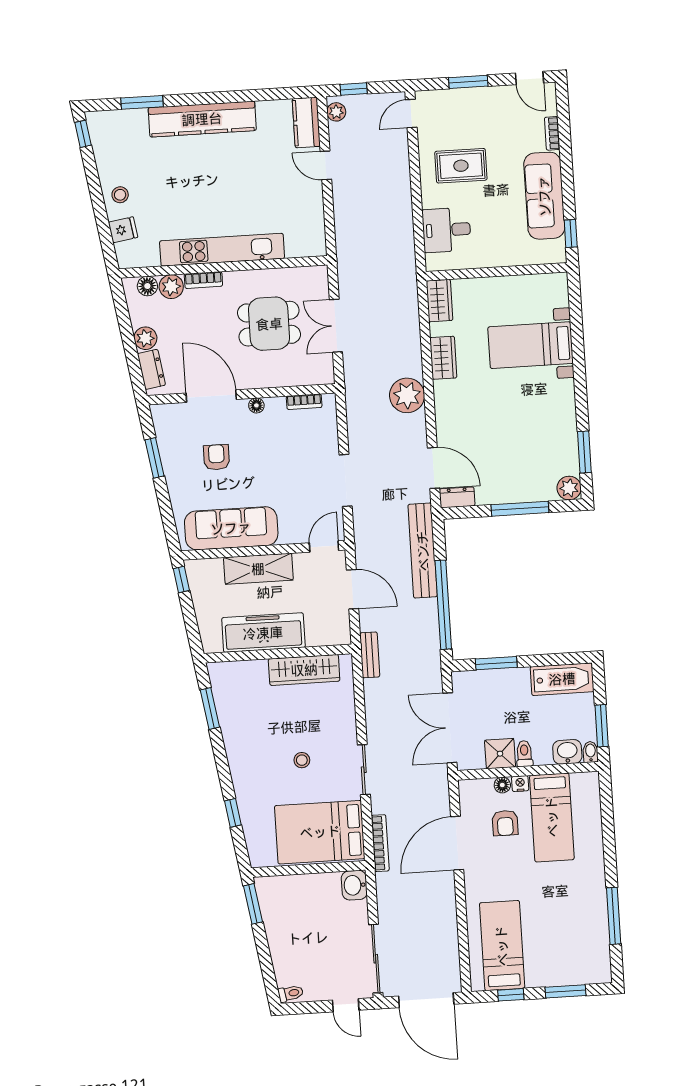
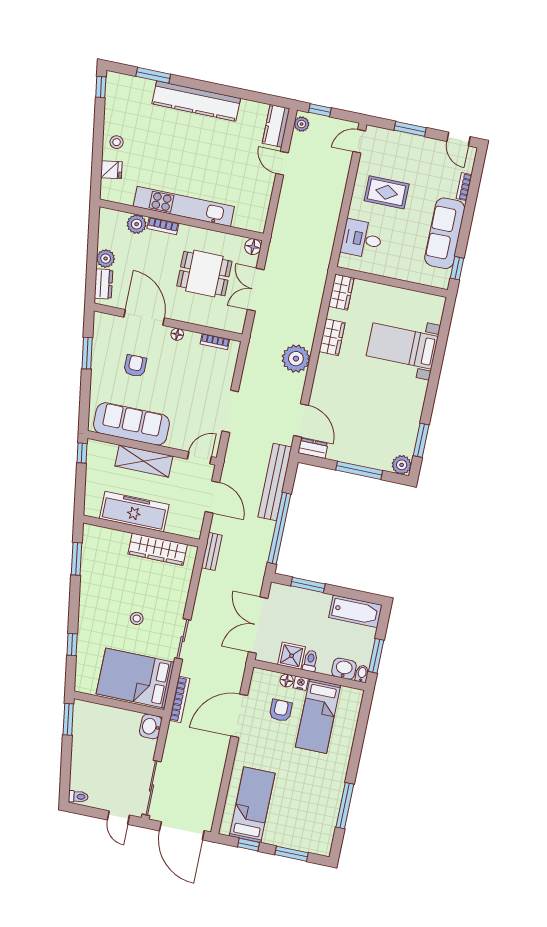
floor lamp: (147, 286) -> (253, 247), moved
armchair: (505, 823) -> (281, 710), turned 180

